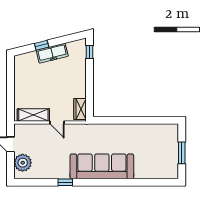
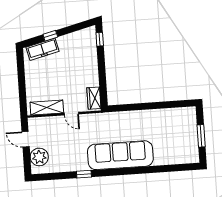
freezer: (52, 53) -> (43, 49), moved

